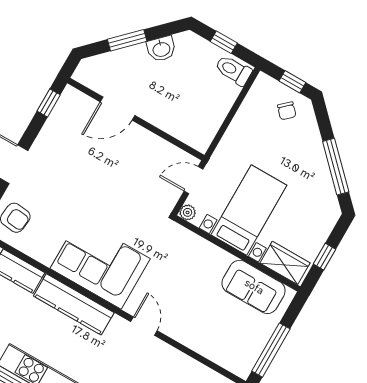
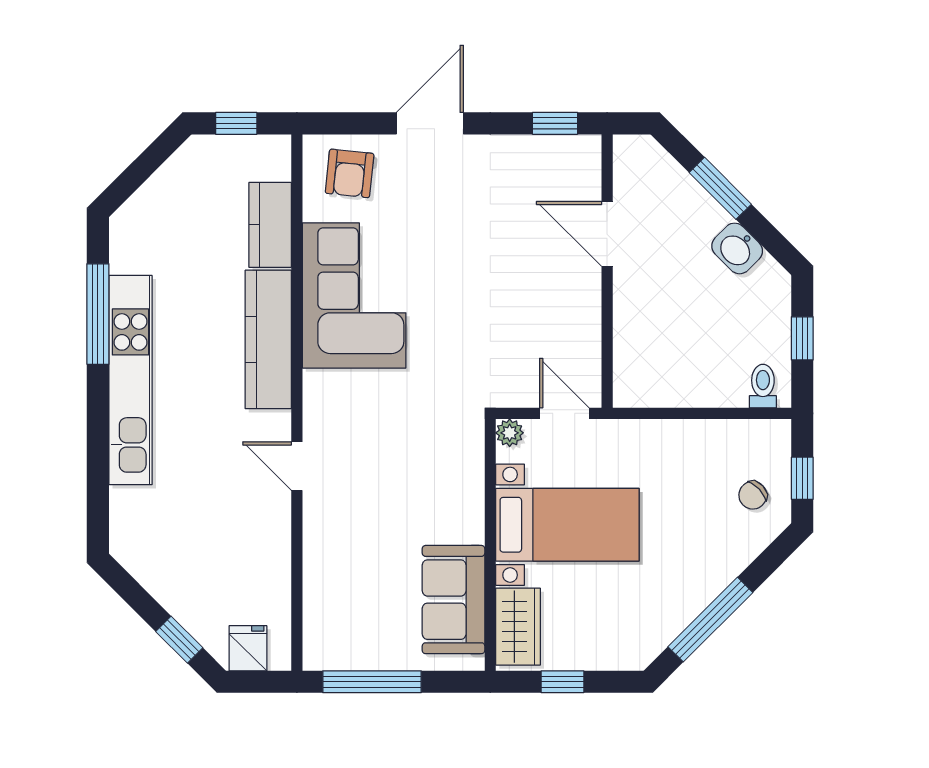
toilet: (233, 70) -> (763, 386), width x0.73, depth x0.72
corner sofa: (100, 264) -> (354, 295), moved
door: (144, 326) -> (297, 466), swing flipped

